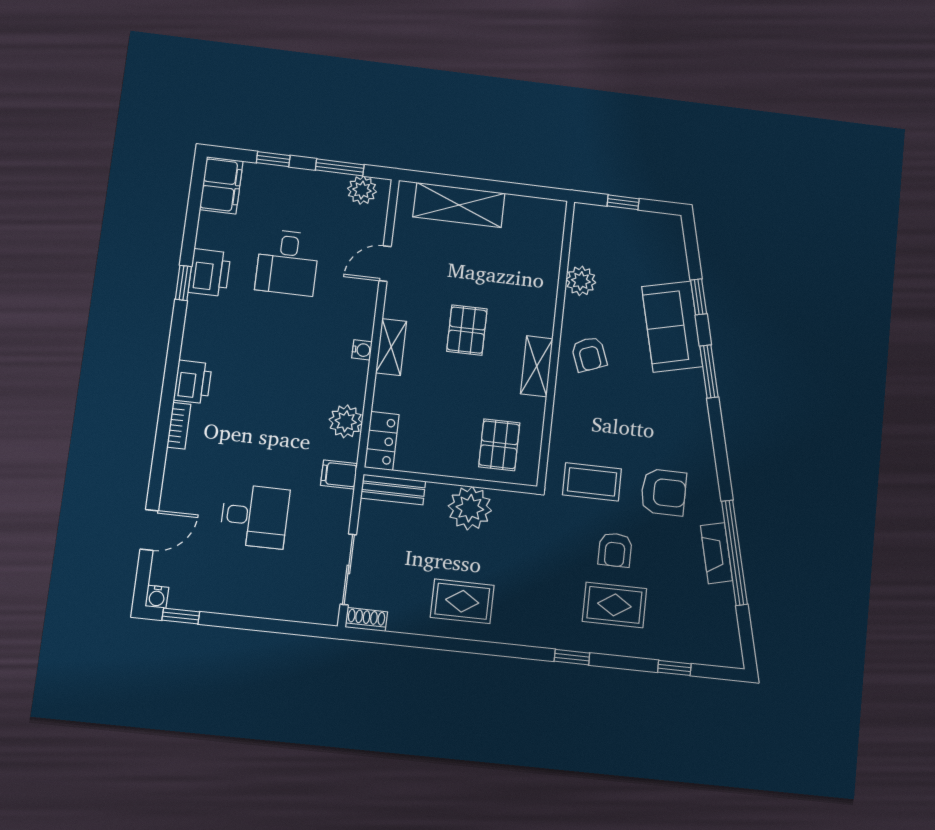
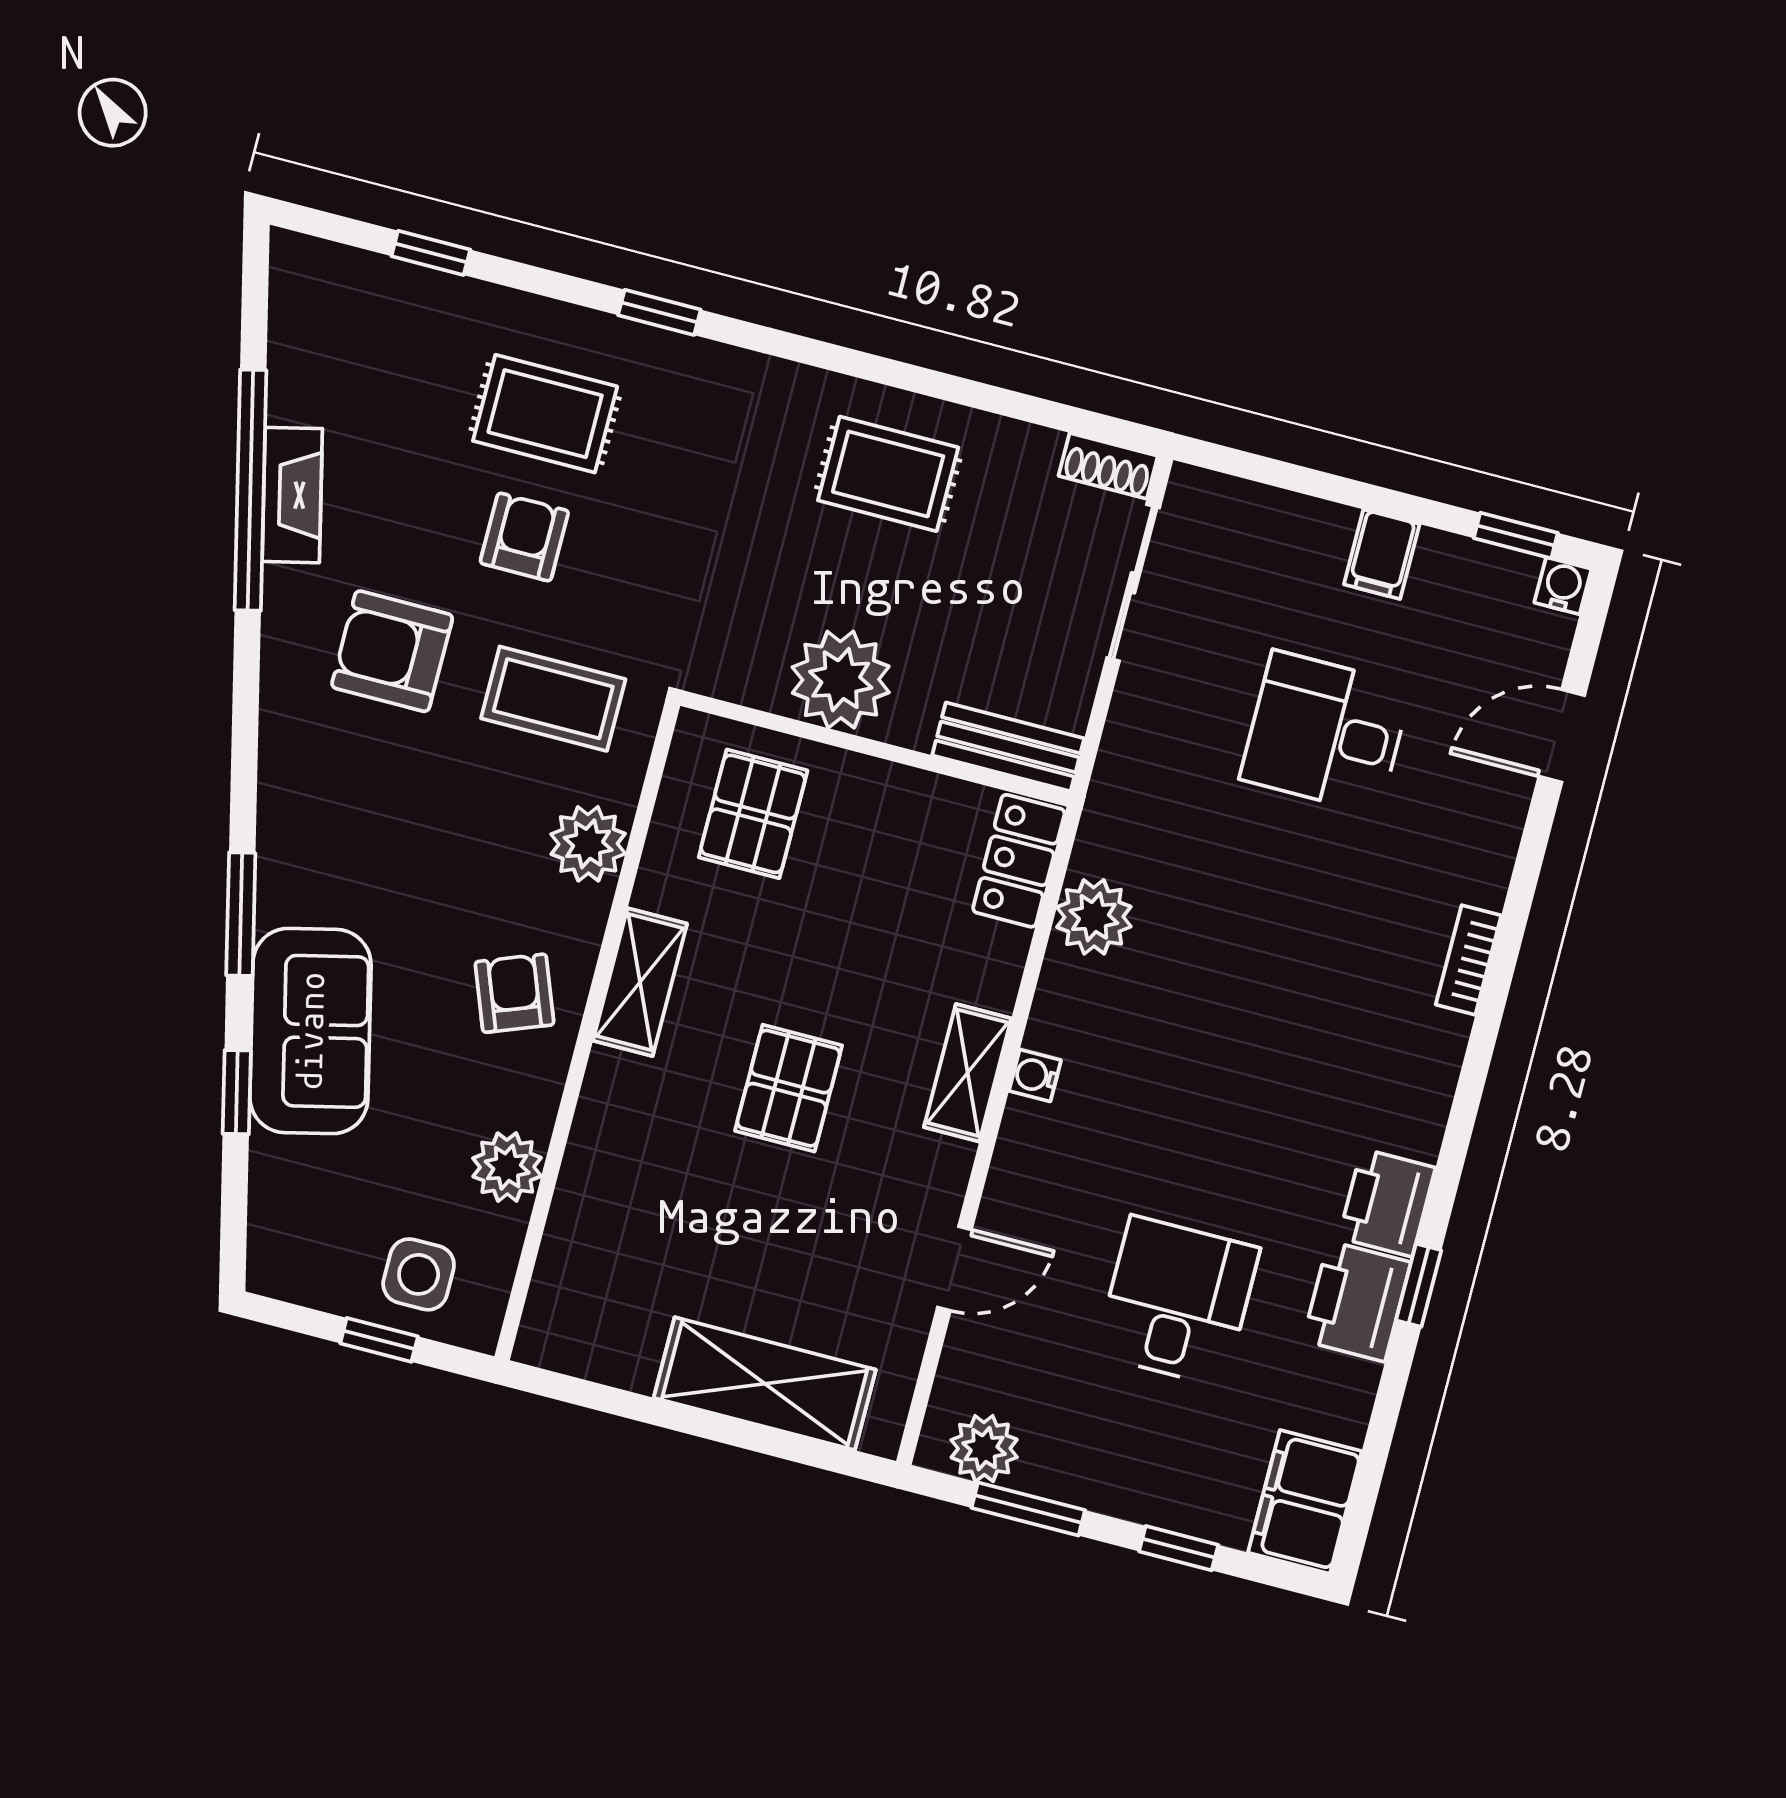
side table: (611, 231) -> (419, 1274), added
printer: (193, 382) -> (1387, 1203), moved
plant: (568, 422) -> (588, 844), added
filing cabinet: (339, 474) -> (1382, 554), moved, turned 90

